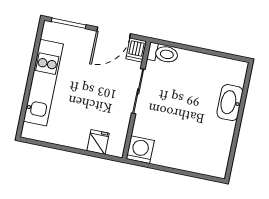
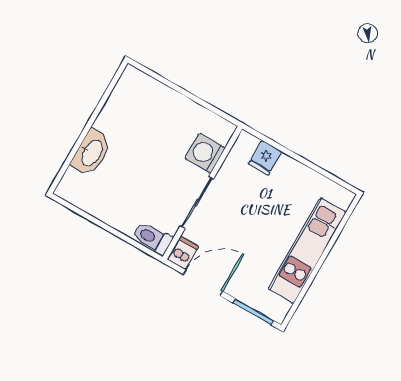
washing machine: (140, 150) -> (205, 153), moved, turned 90

